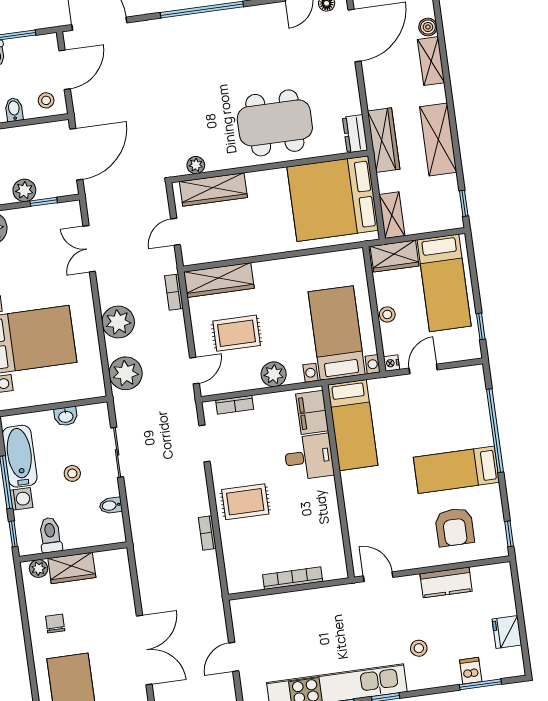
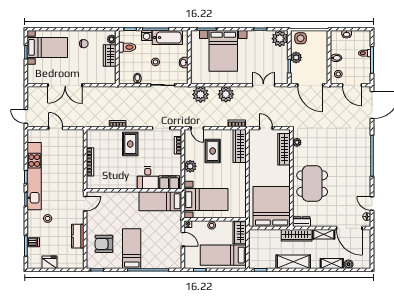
shelving: (392, 215) -> (324, 234), moved

